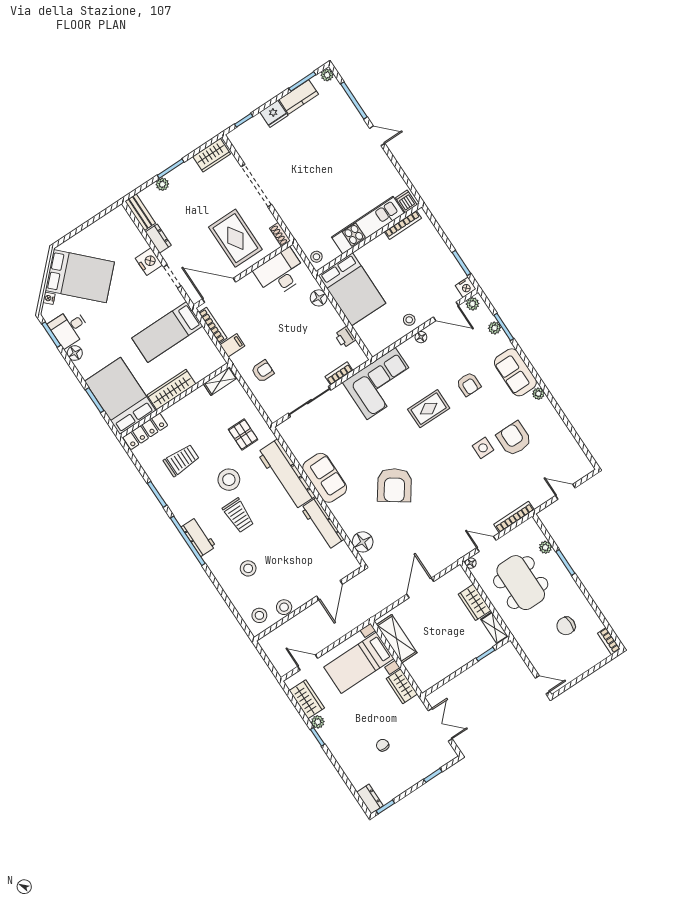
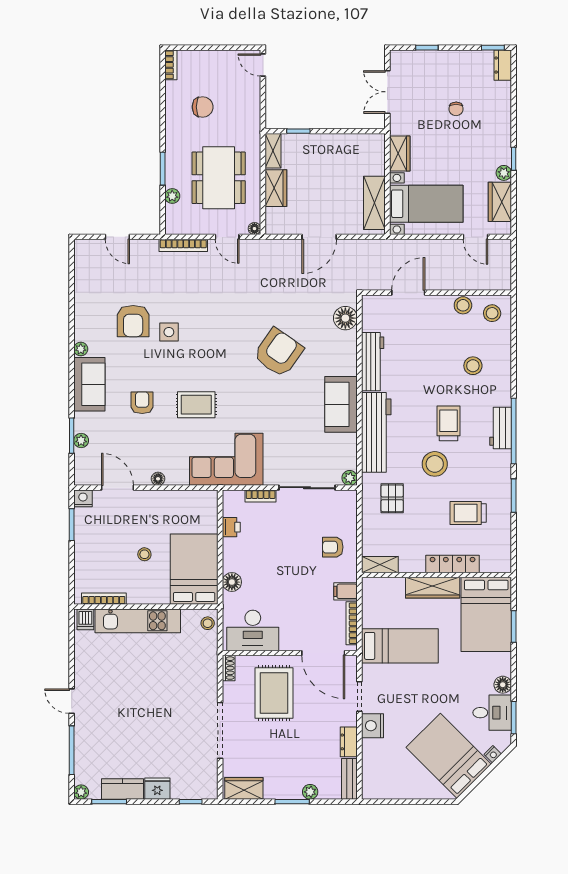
plant: (472, 304) -> (350, 478), moved
stool: (409, 320) -> (144, 554), moved
locker: (145, 431) -> (453, 564), moved

